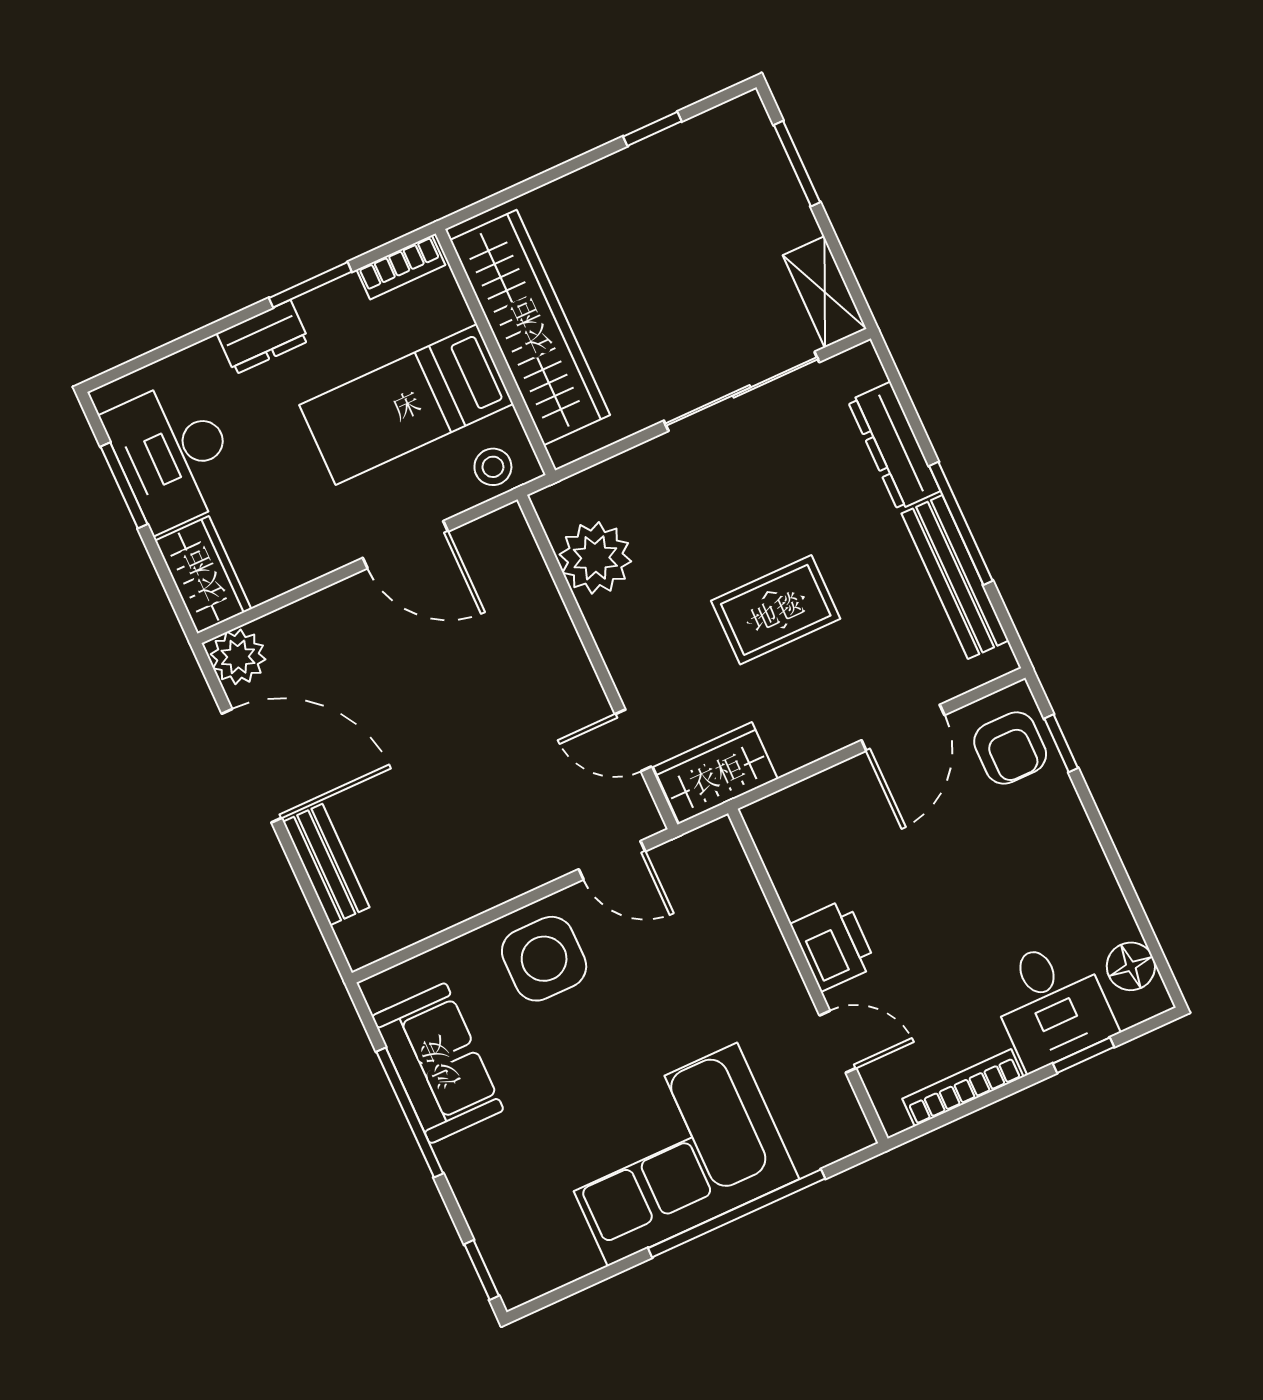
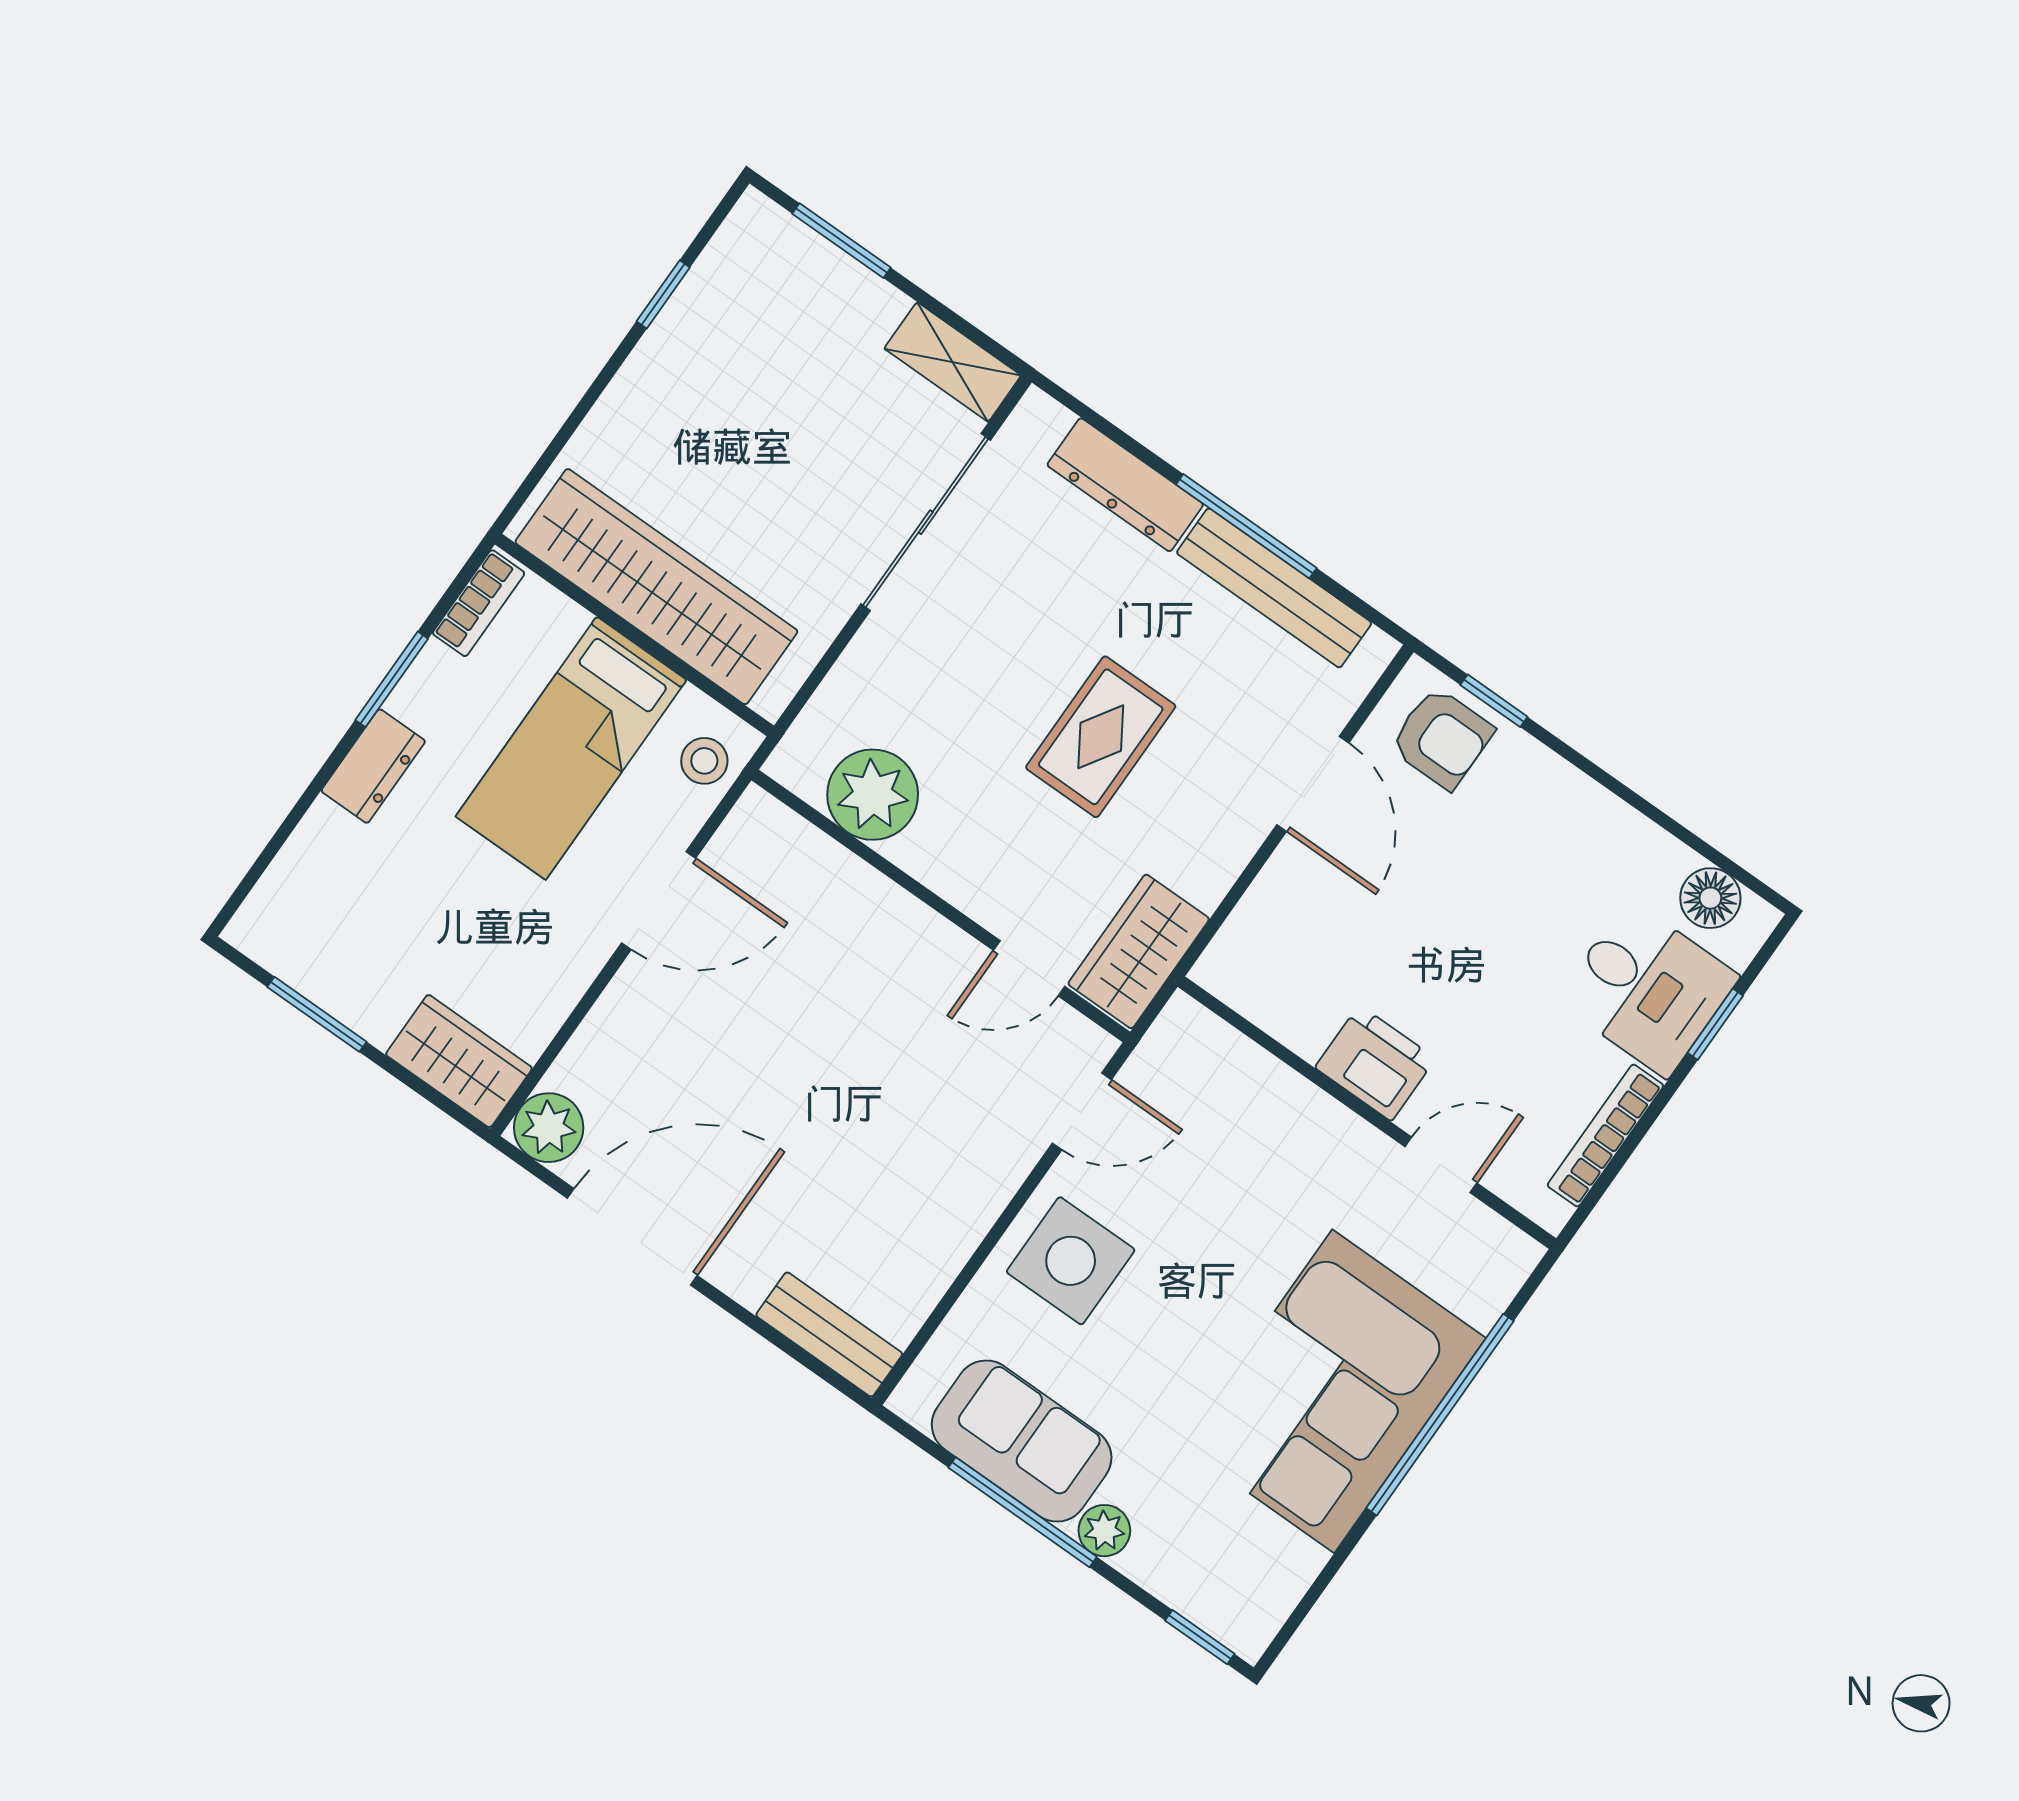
desk: (173, 454) -> (350, 950), removed
bench: (326, 865) -> (829, 1335), moved
plant: (459, 1158) -> (1104, 1531), added

